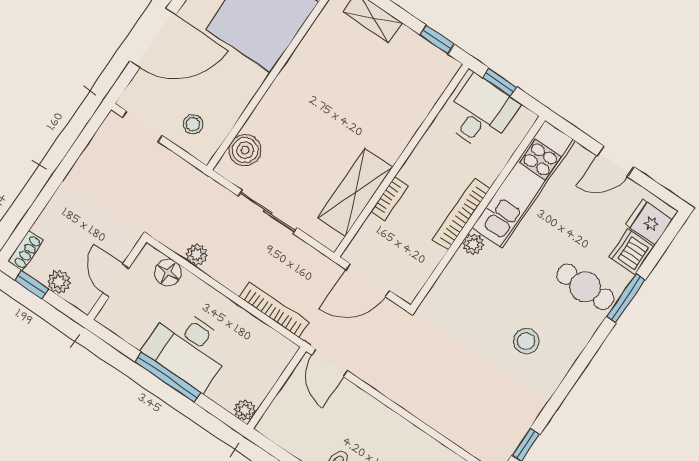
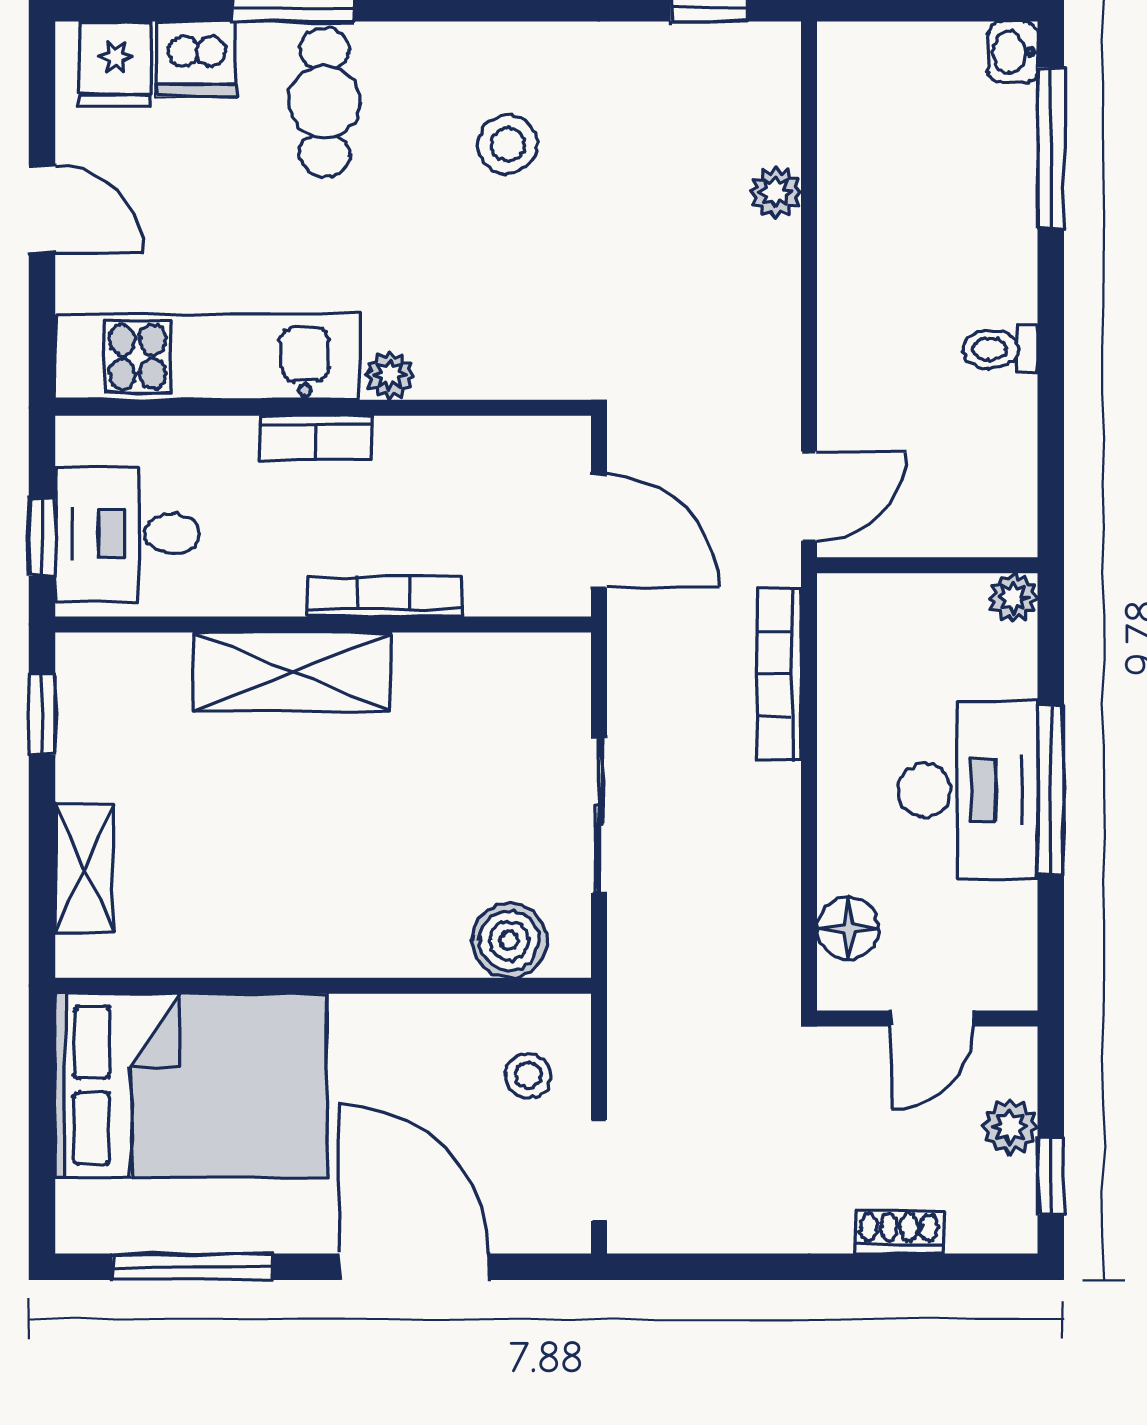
shelving: (355, 192) -> (292, 672), moved
bookcase: (390, 199) -> (384, 597), width x1.56
bookcase: (461, 214) -> (316, 438), width x0.64
shoe rack: (26, 251) -> (899, 1232), moved
plant: (197, 255) -> (776, 192), moved

